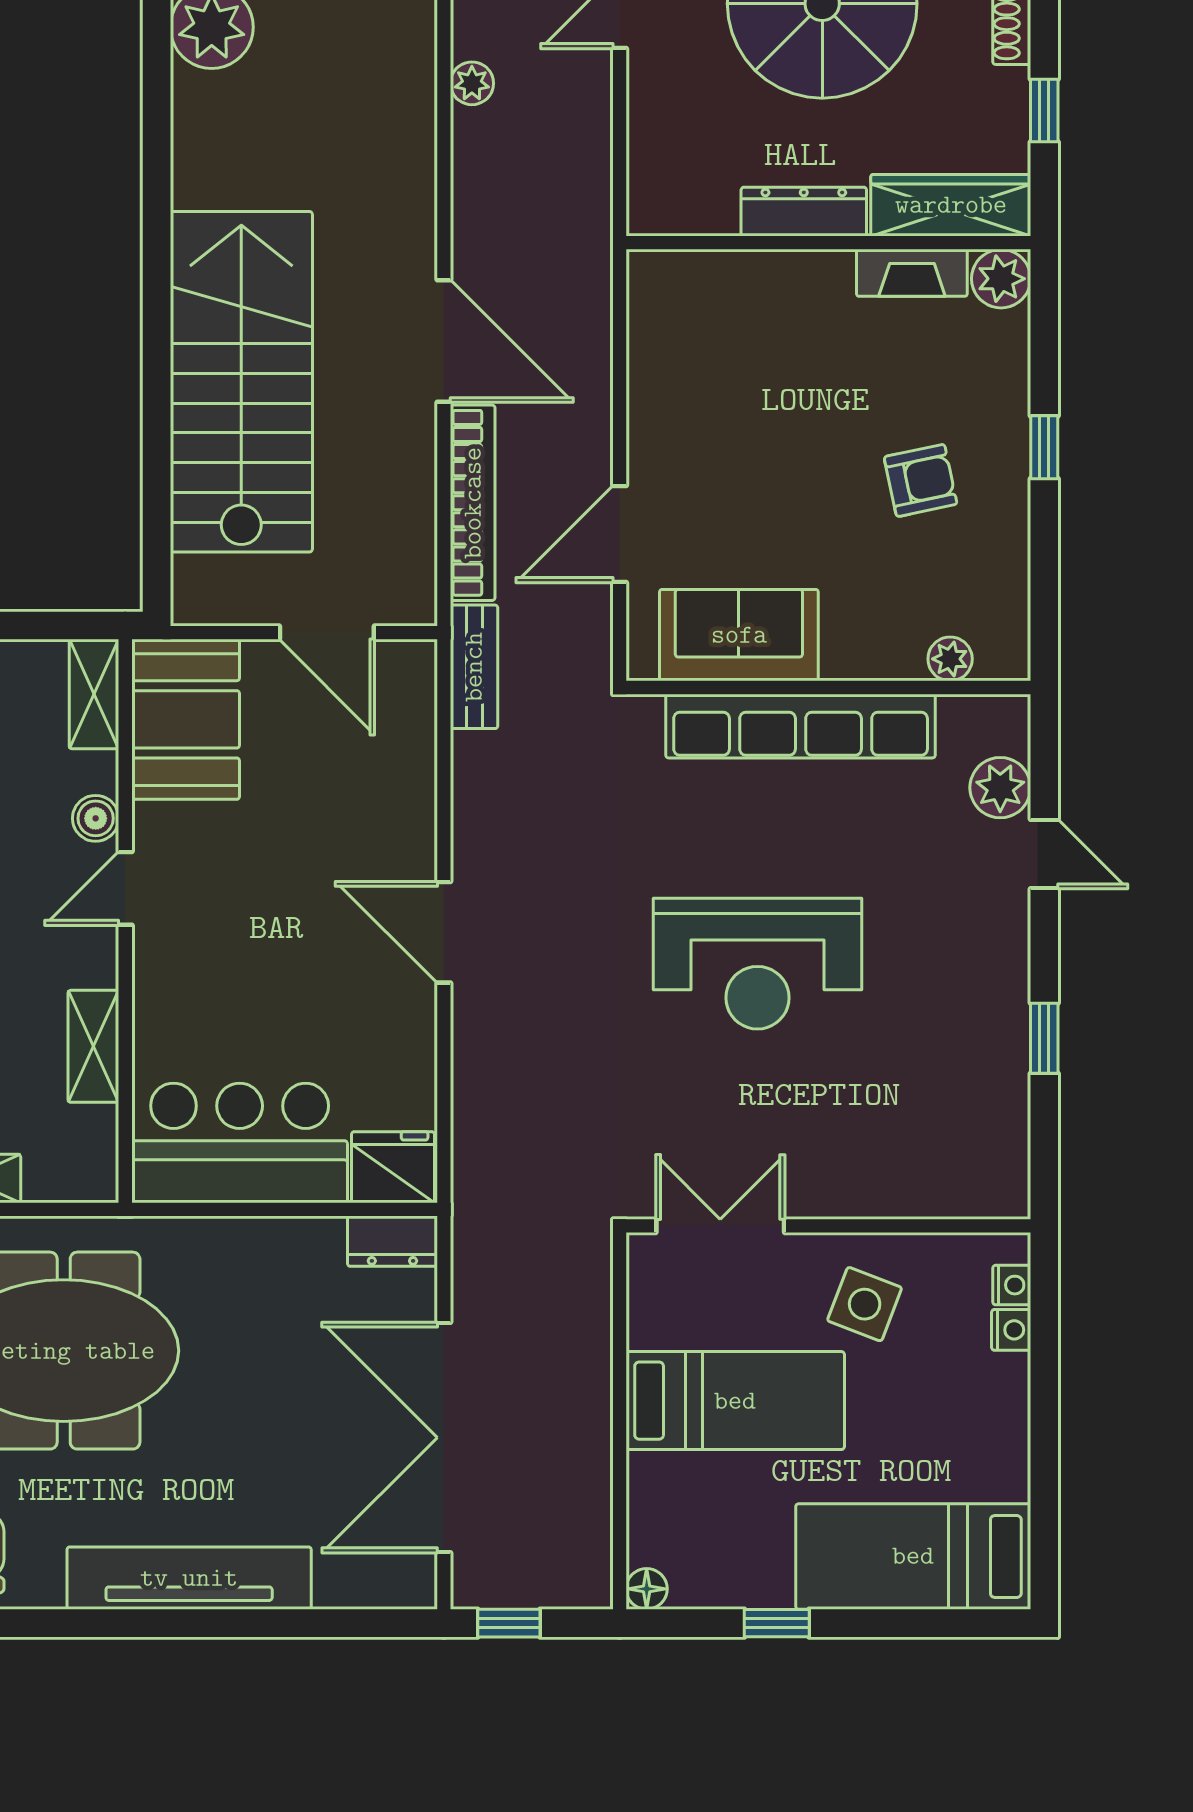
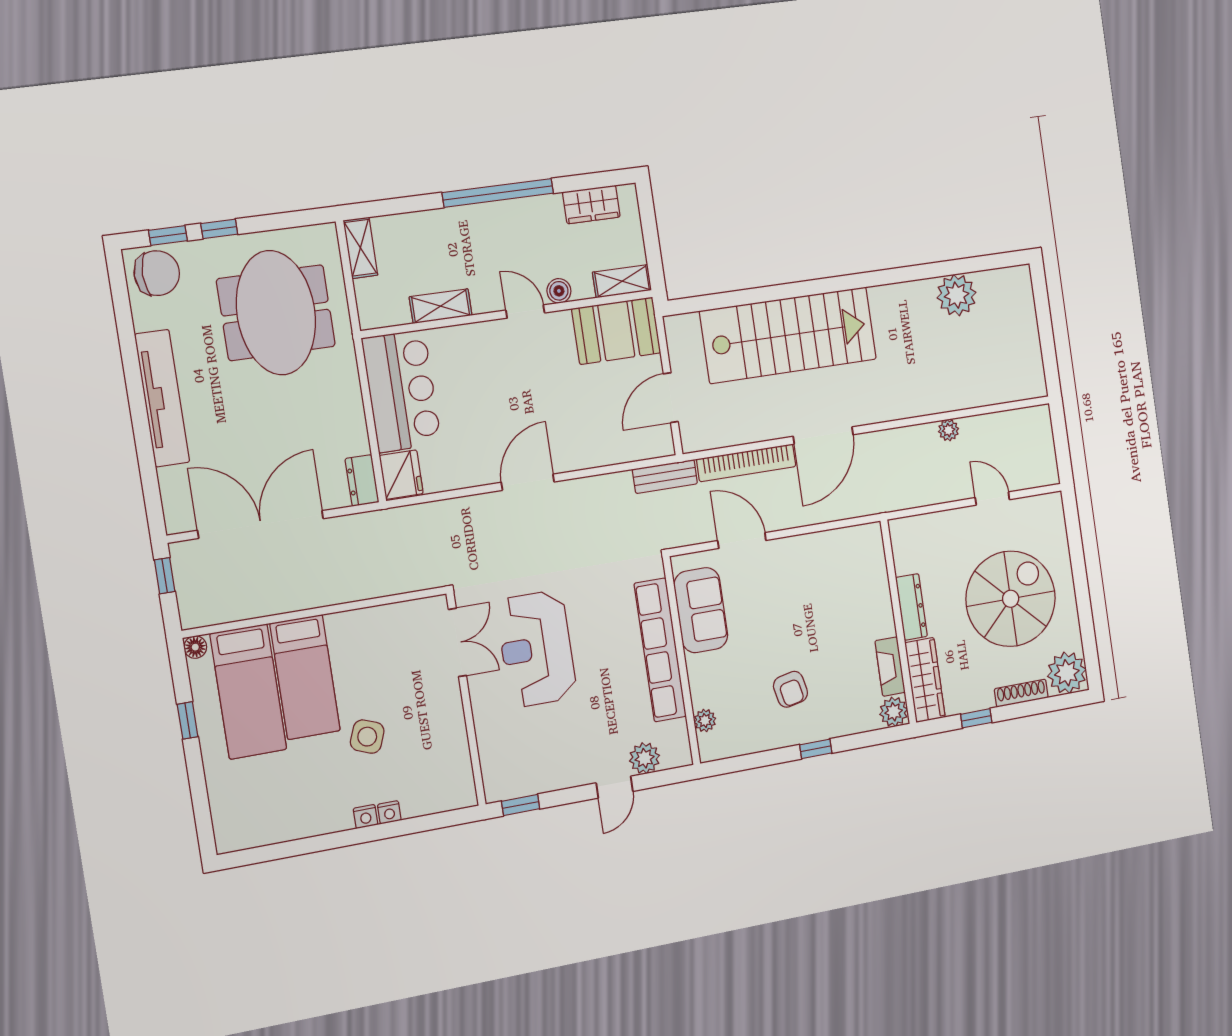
double door: (720, 1226) -> (457, 642), moved
wall: (828, 1226) -> (466, 699), moved
bed: (913, 1556) -> (248, 691), moved, turned 180

